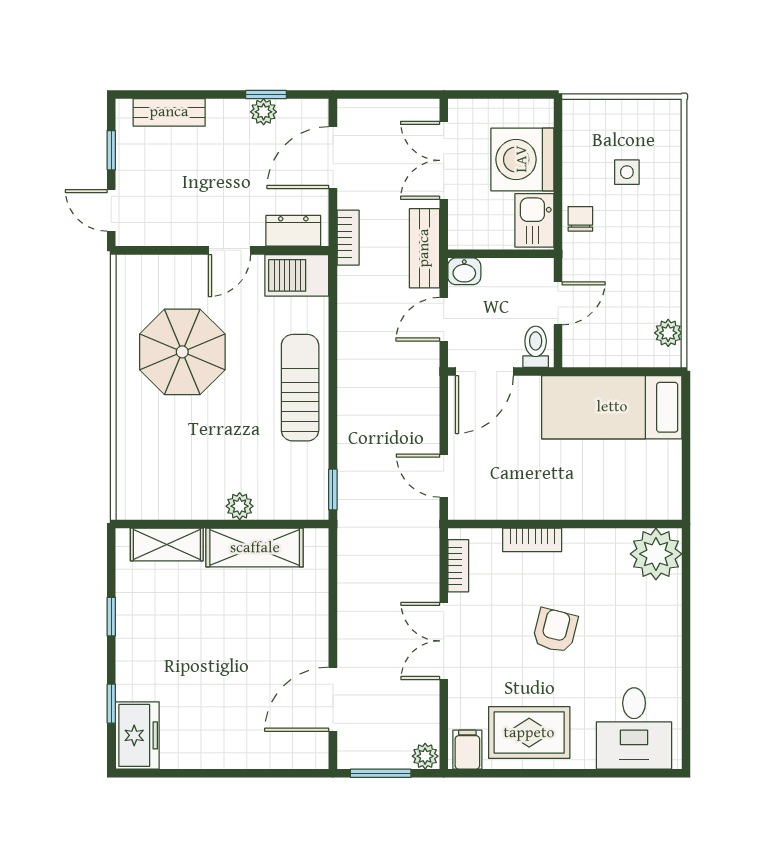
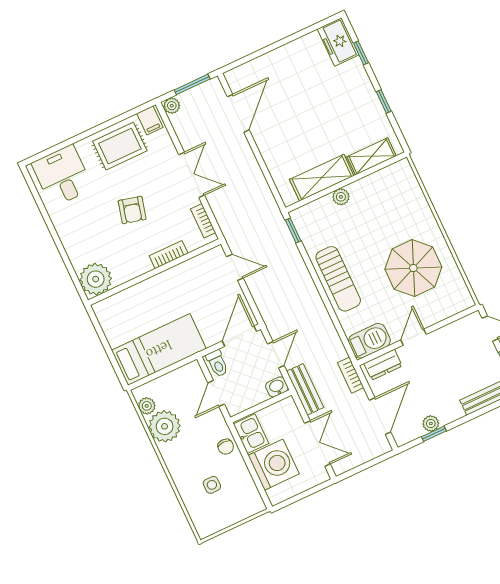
plant: (656, 291) -> (165, 426), added

